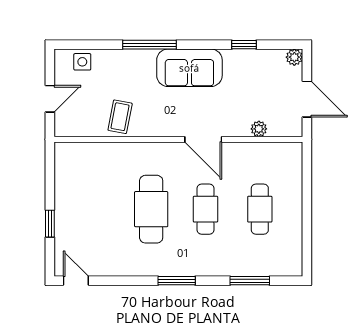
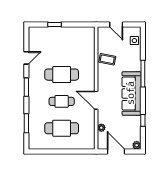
sofa: (189, 68) -> (131, 93), width x1.36
door: (307, 99) -> (116, 151), swing flipped
door: (203, 139) -> (96, 100), hinge flipped
cafe table: (260, 209) -> (62, 128), width x1.37, depth x1.35
door: (76, 281) -> (26, 58), moved

